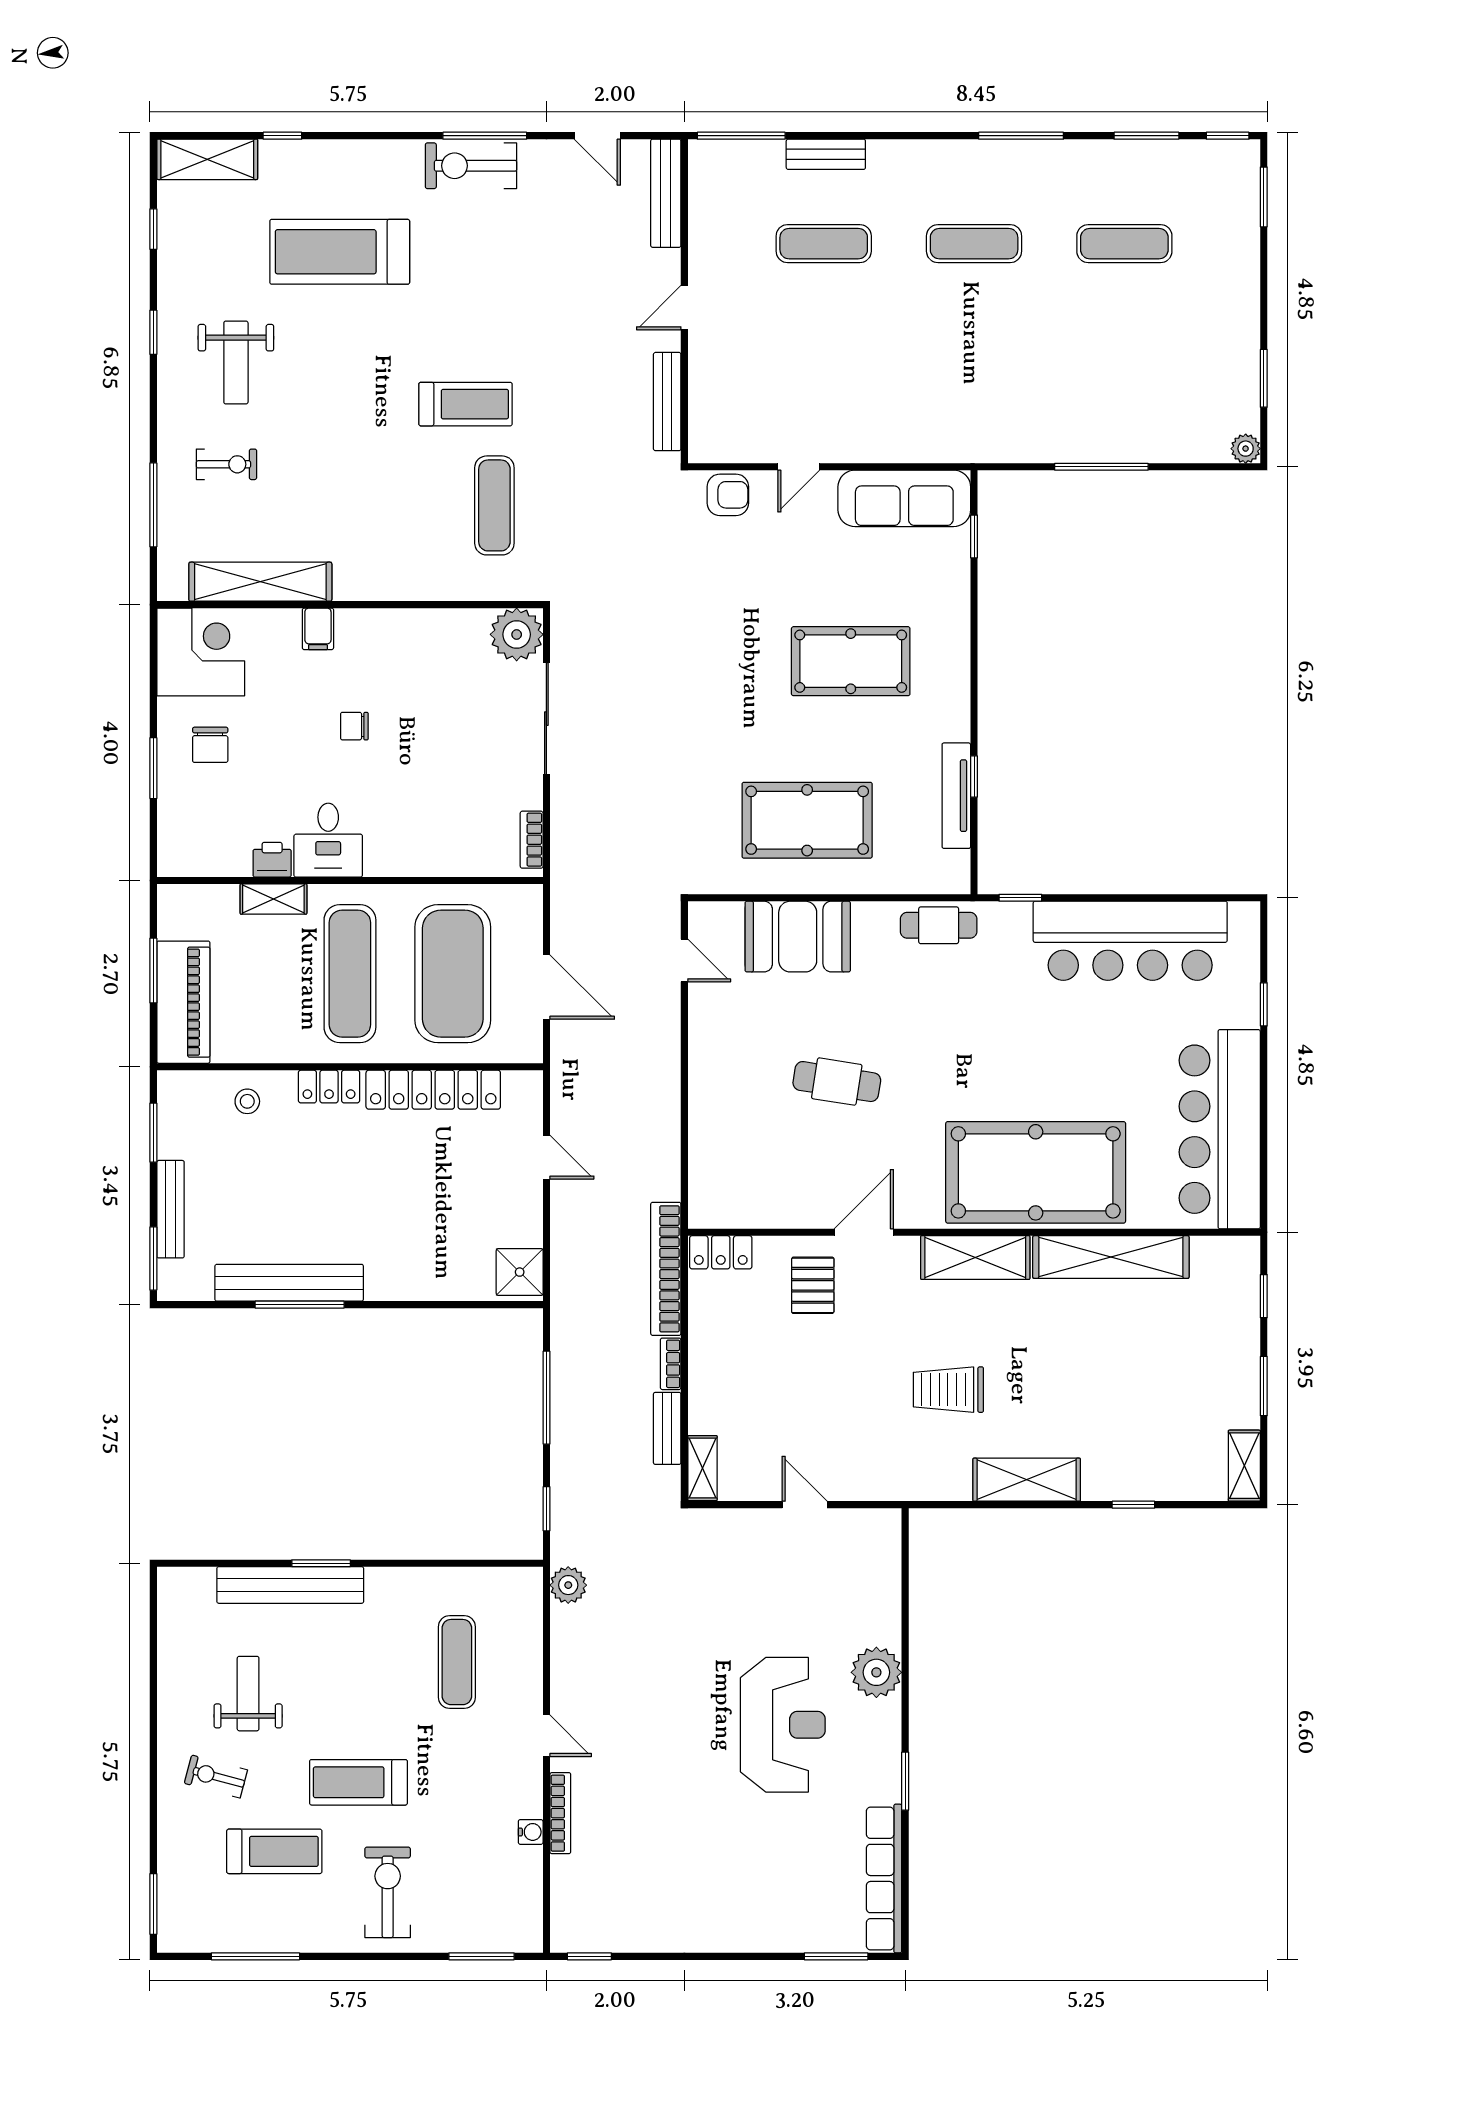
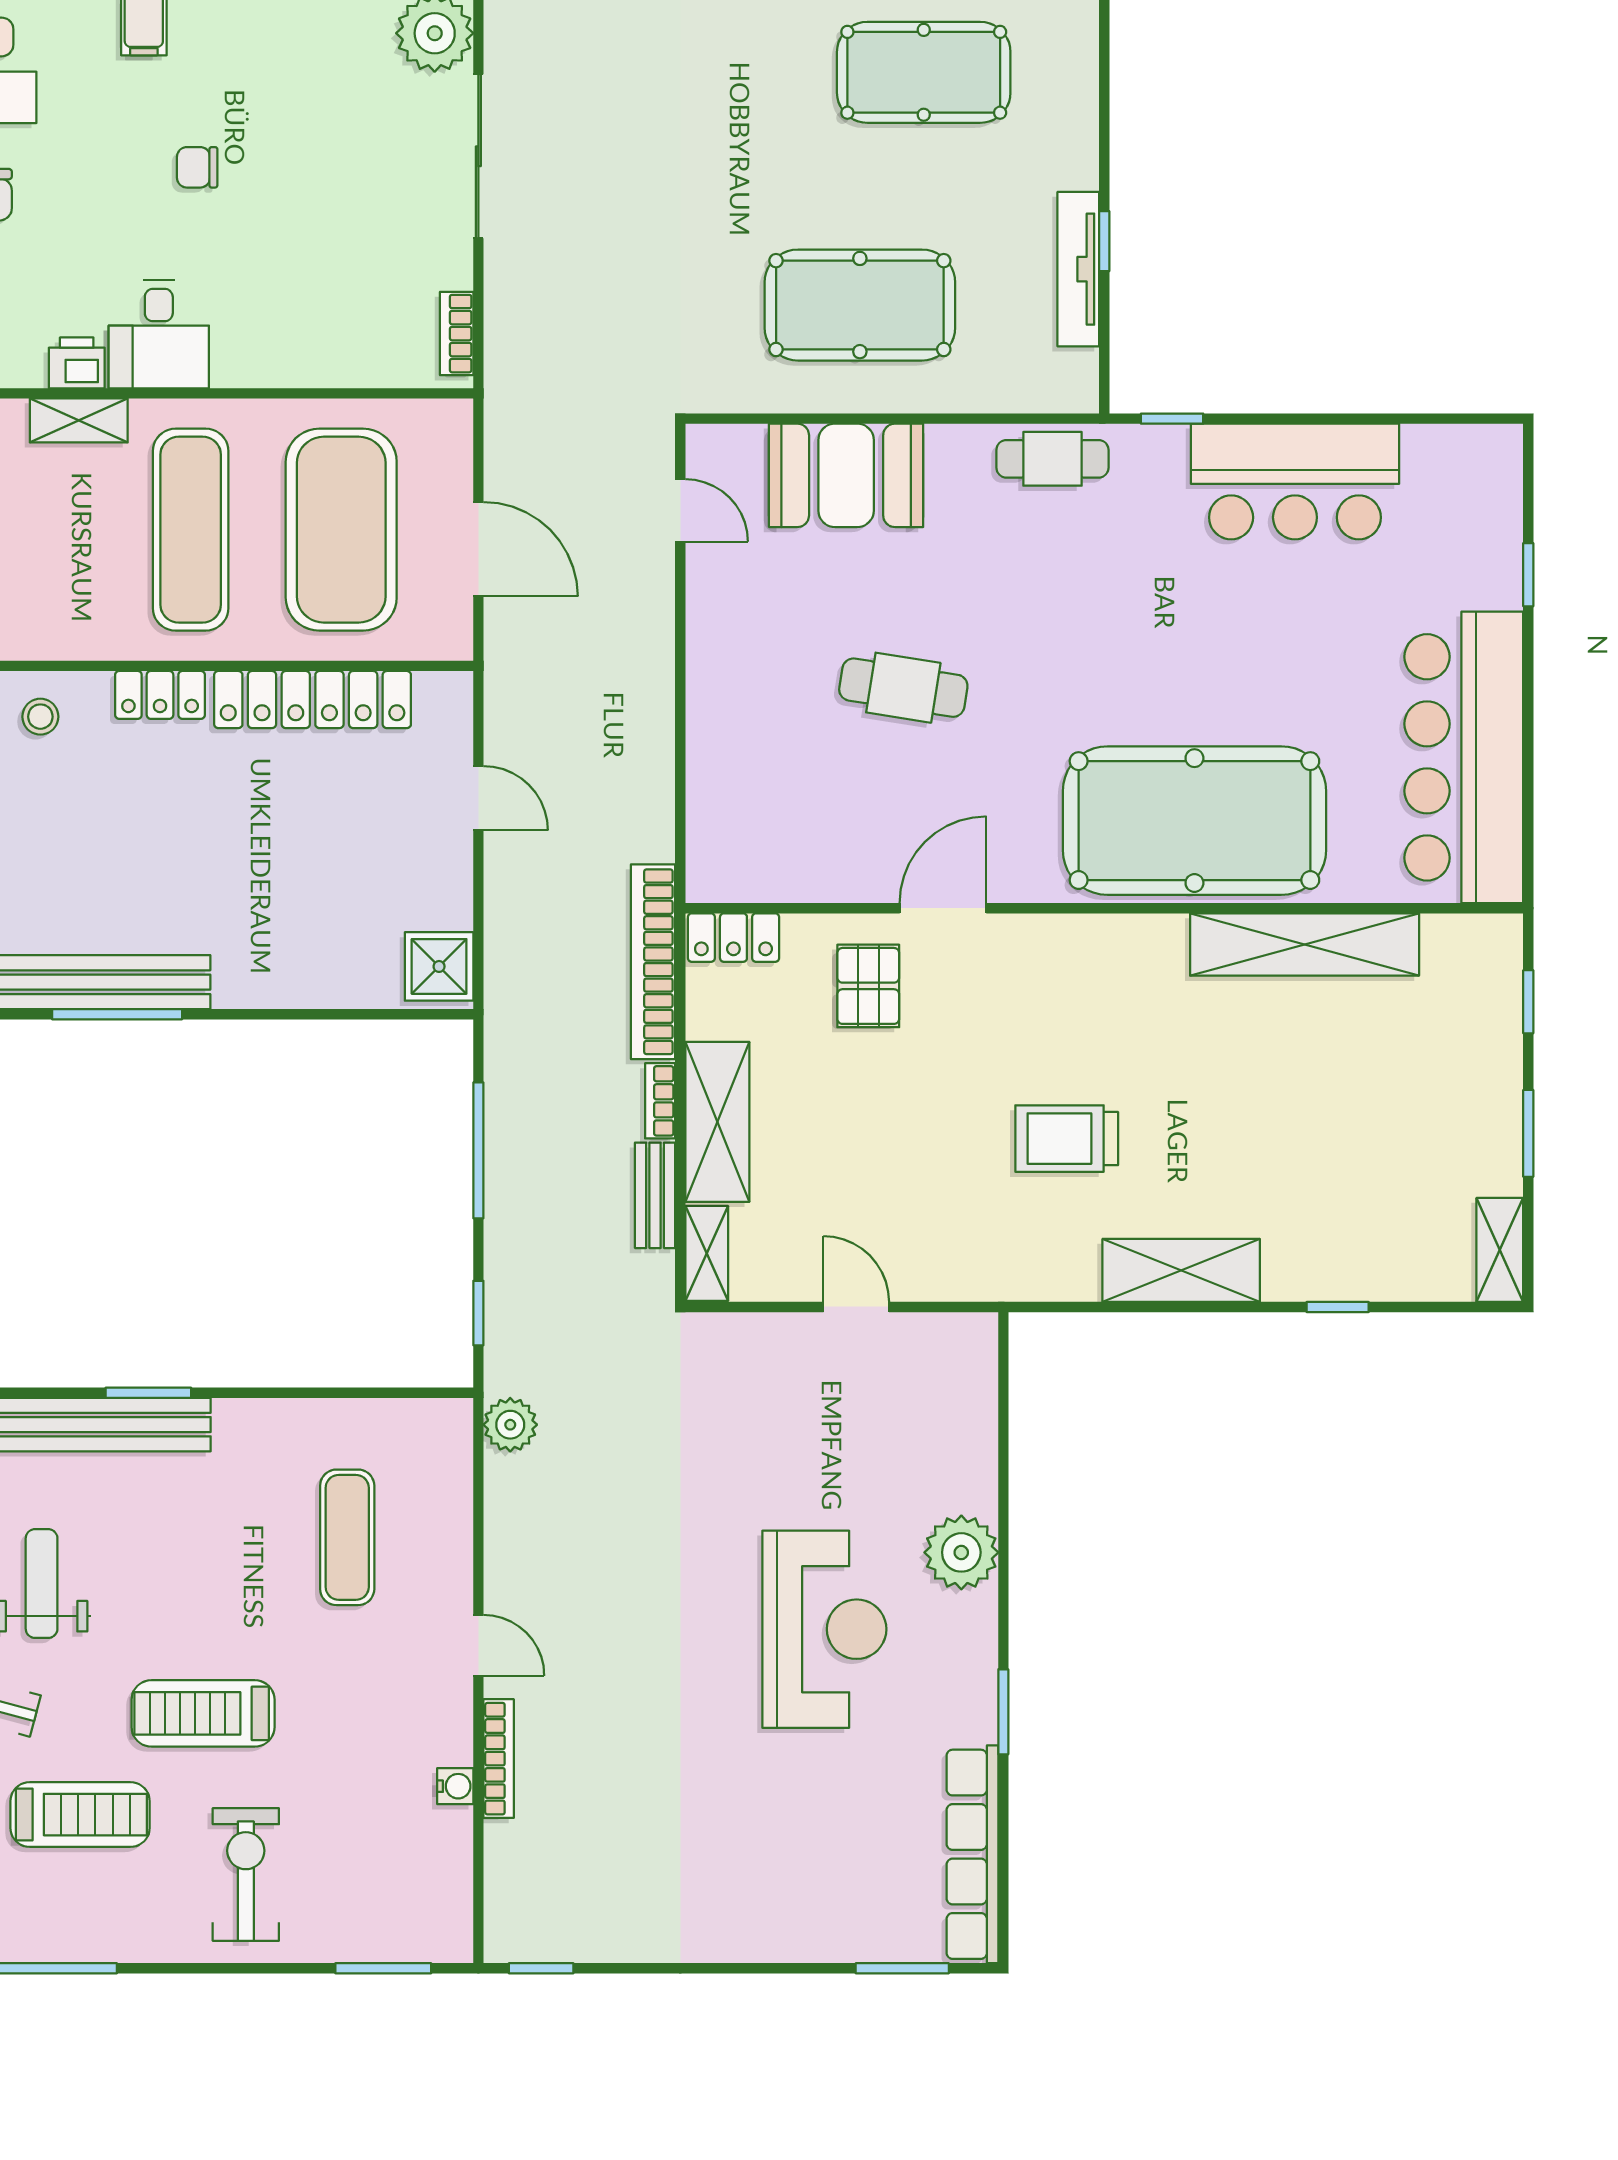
bar counter: (1130, 941) -> (1295, 481), width x0.73
shelving: (975, 1258) -> (717, 1122), moved, turned 90

